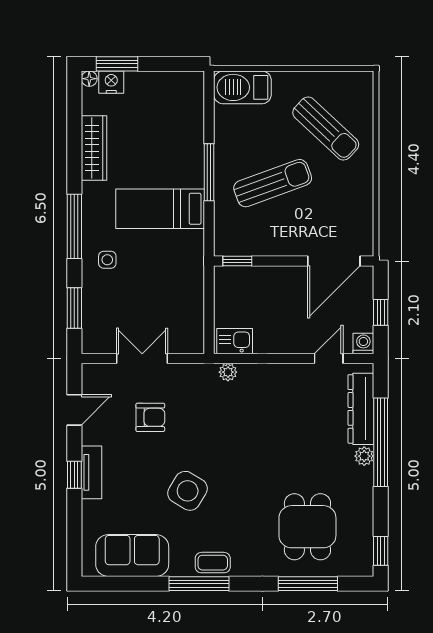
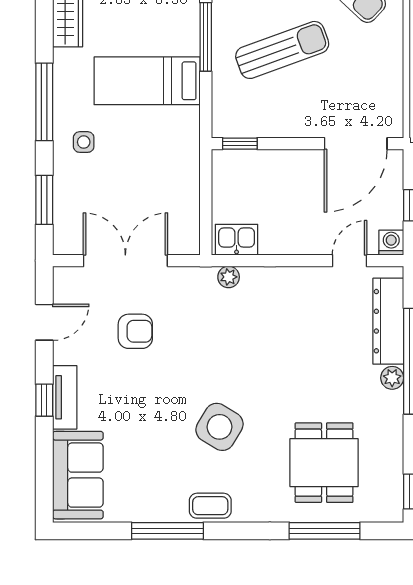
double door: (142, 358) -> (125, 261), width x1.37
side table: (188, 491) -> (219, 427), moved
sofa: (132, 556) -> (78, 475), moved, turned 90
window: (199, 584) -> (167, 531), moved

